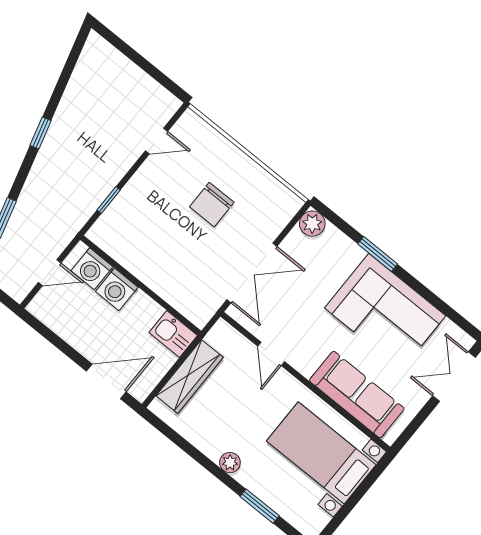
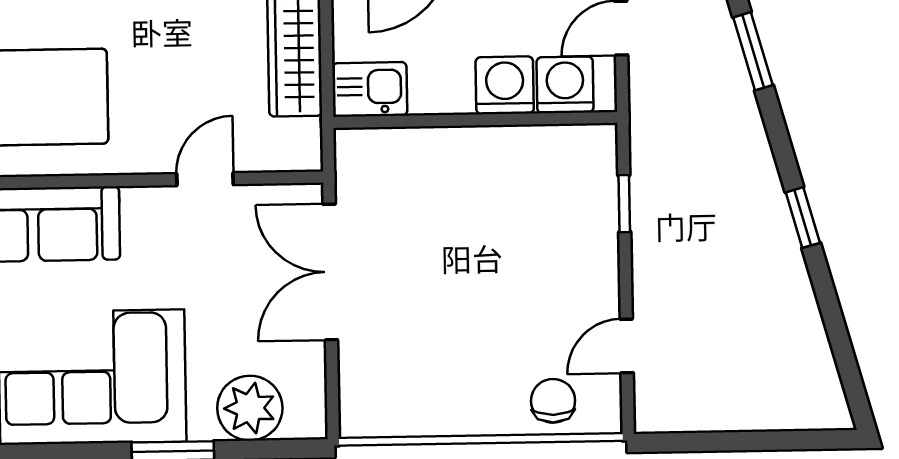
chair: (212, 205) -> (553, 401), moved, width x0.73, depth x0.73
plant: (312, 224) -> (250, 408), moved, width x1.36, depth x1.36
door: (271, 354) -> (205, 179), hinge flipped

